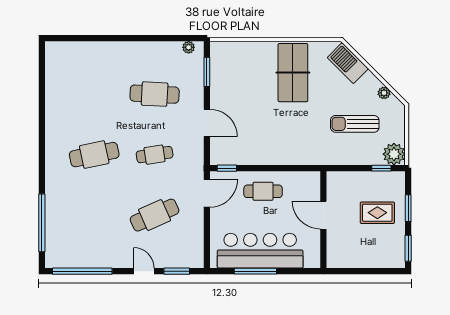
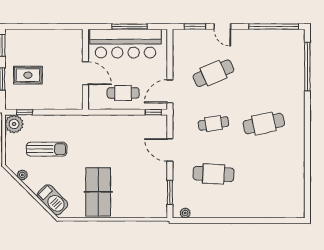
door: (323, 215) -> (85, 73), moved
wall: (323, 220) -> (85, 69), moved

